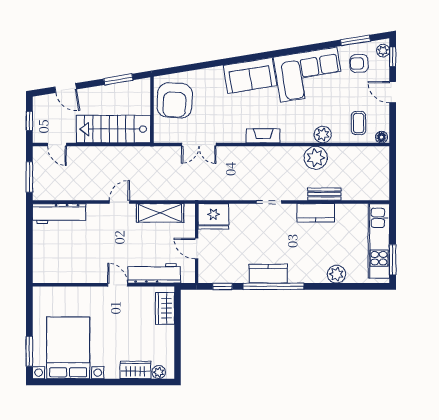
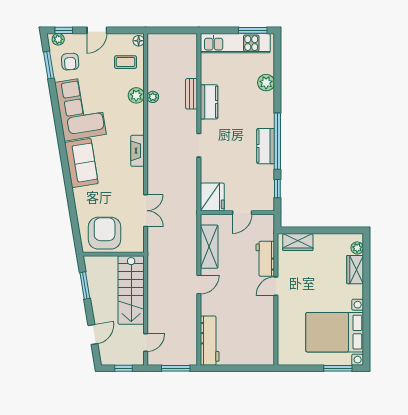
armchair: (175, 100) -> (105, 233), turned -93
plant: (316, 158) -> (153, 97), width x0.53, depth x0.53
door: (119, 202) -> (199, 284), swing flipped
workbench: (154, 273) -> (265, 259), width x0.73

